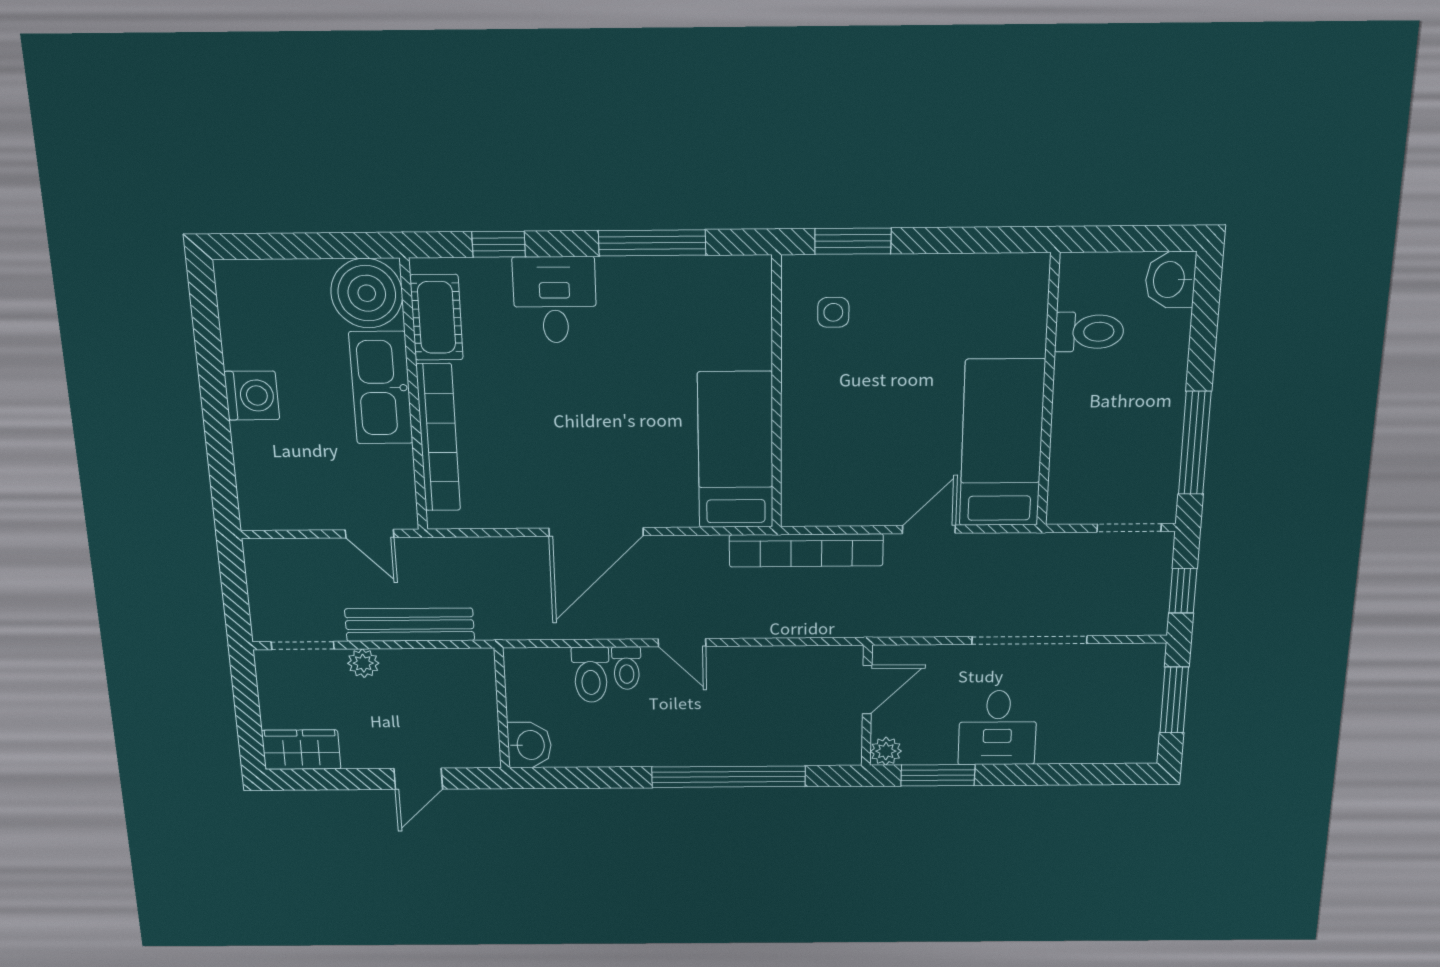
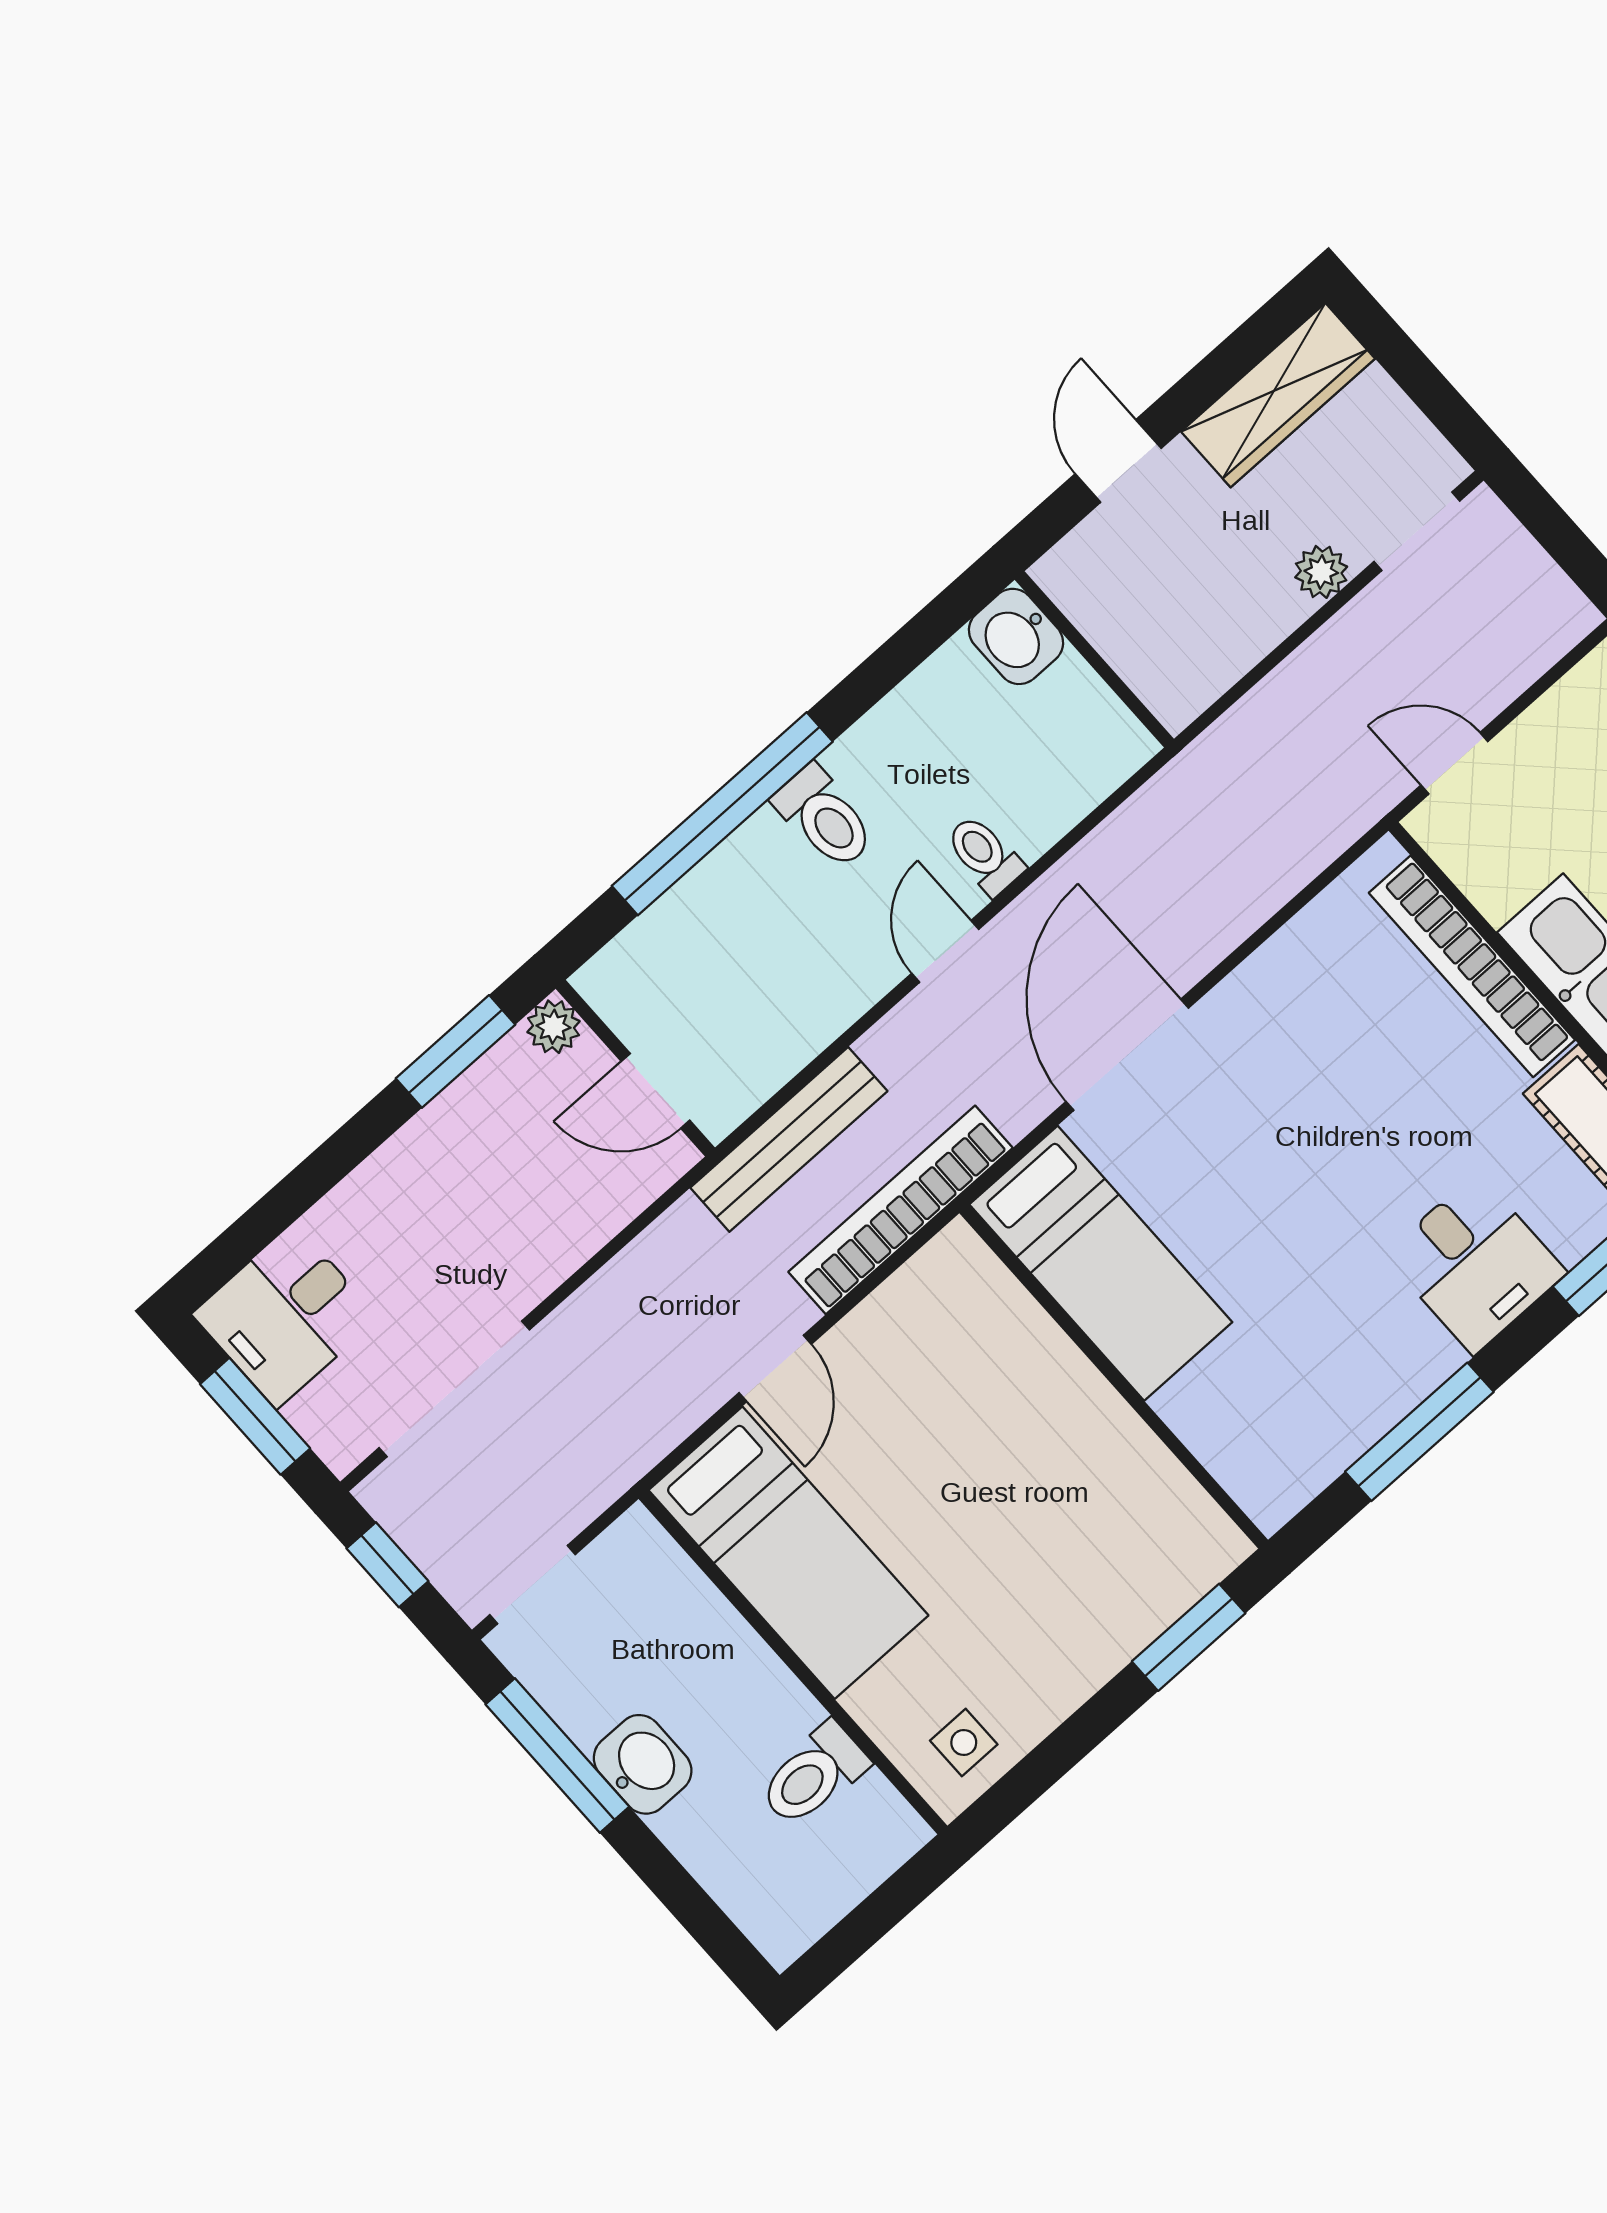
washbasin: (1170, 280) -> (643, 1764), moved
side table: (833, 312) -> (964, 1742), moved
door: (596, 532) -> (1127, 1055), moved
bench: (410, 625) -> (789, 1139), moved
doorway: (1029, 640) -> (454, 1389), moved
door: (682, 643) -> (945, 951), hinge flipped
toilet: (591, 675) -> (824, 817), moved, turned 180
door: (867, 690) -> (656, 1091), hinge flipped
desk: (998, 728) -> (286, 1316), moved, turned -90
wardrobe: (301, 750) -> (1278, 395), width x1.50

